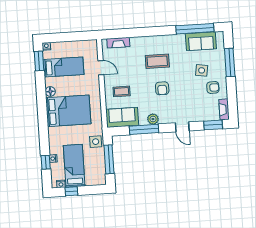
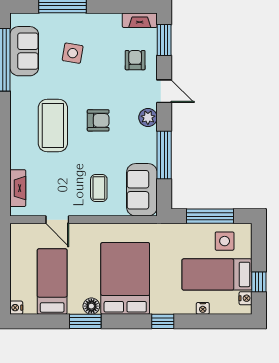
window: (39, 61) -> (85, 321), moved
coffee table: (157, 61) -> (53, 126), width x1.36, depth x1.32
door: (101, 68) -> (57, 220), swing flipped
armchair: (213, 87) -> (135, 60), moved
plant: (153, 119) -> (148, 118), moved
door: (182, 127) -> (164, 91), hinge flipped
side table: (96, 142) -> (225, 241), moved
window: (46, 162) -> (163, 321), moved

